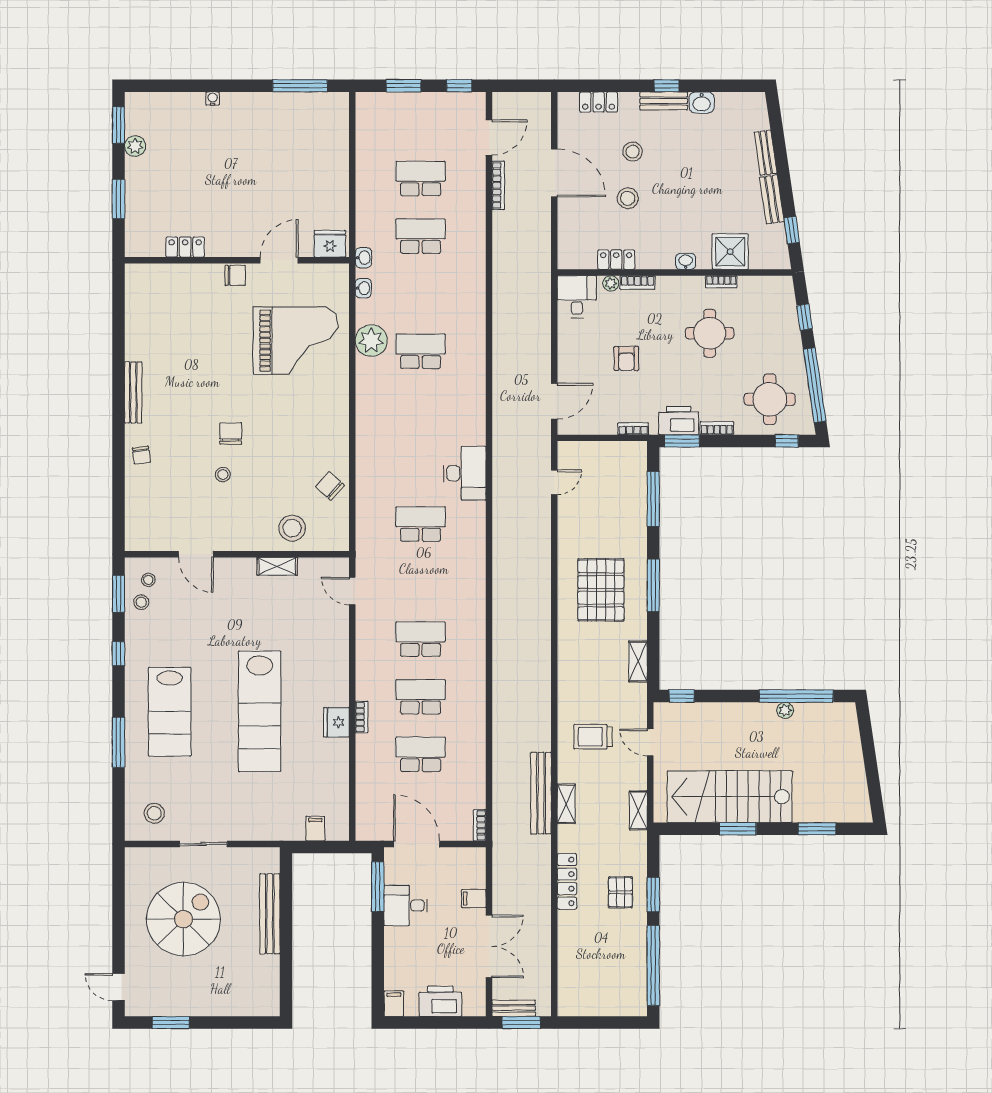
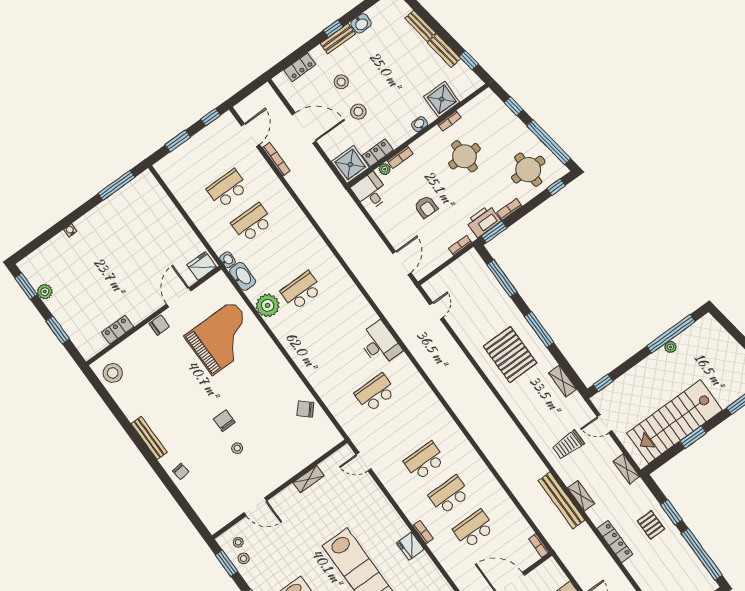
shower: (576, 251) -> (350, 165), added
washbasin: (363, 288) -> (242, 276), width x1.91, depth x1.45
stool: (292, 528) -> (113, 373), moved

